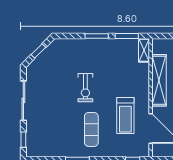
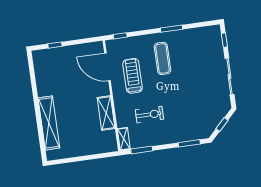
window: (97, 36) -> (189, 143), moved
shelving: (159, 80) -> (106, 113), width x0.68
exercise bike: (85, 88) -> (150, 115), moved, turned 90

